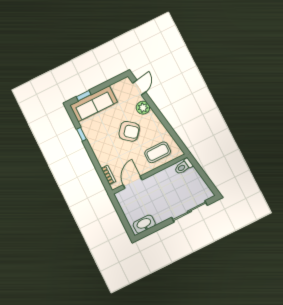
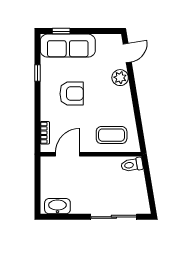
armchair: (129, 131) -> (72, 94), moved, turned -39

